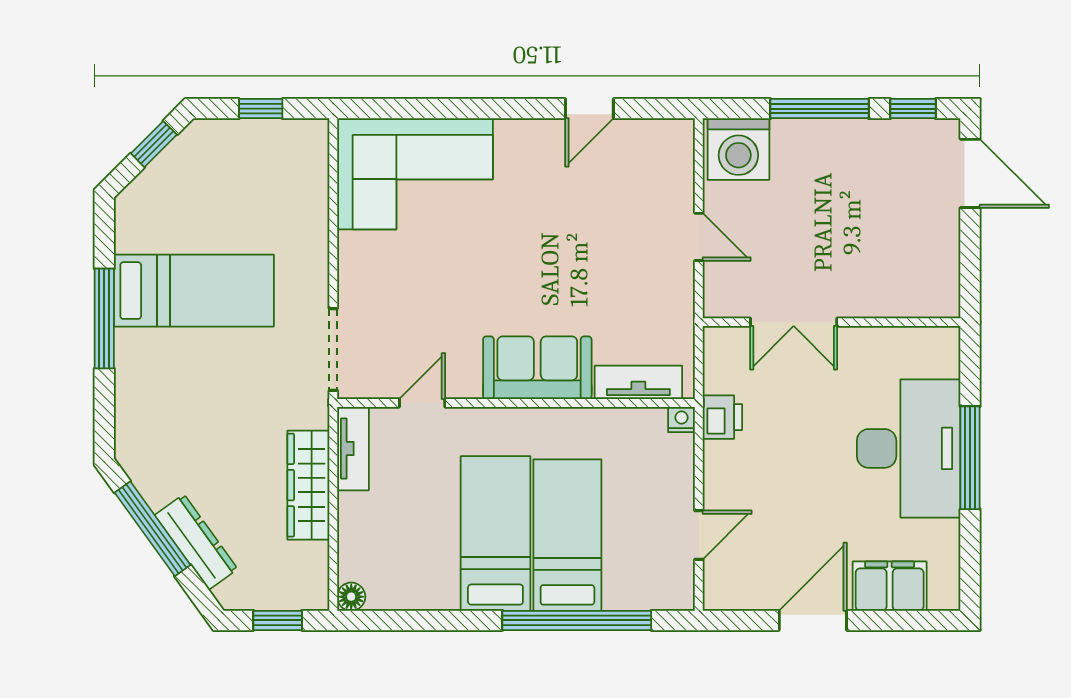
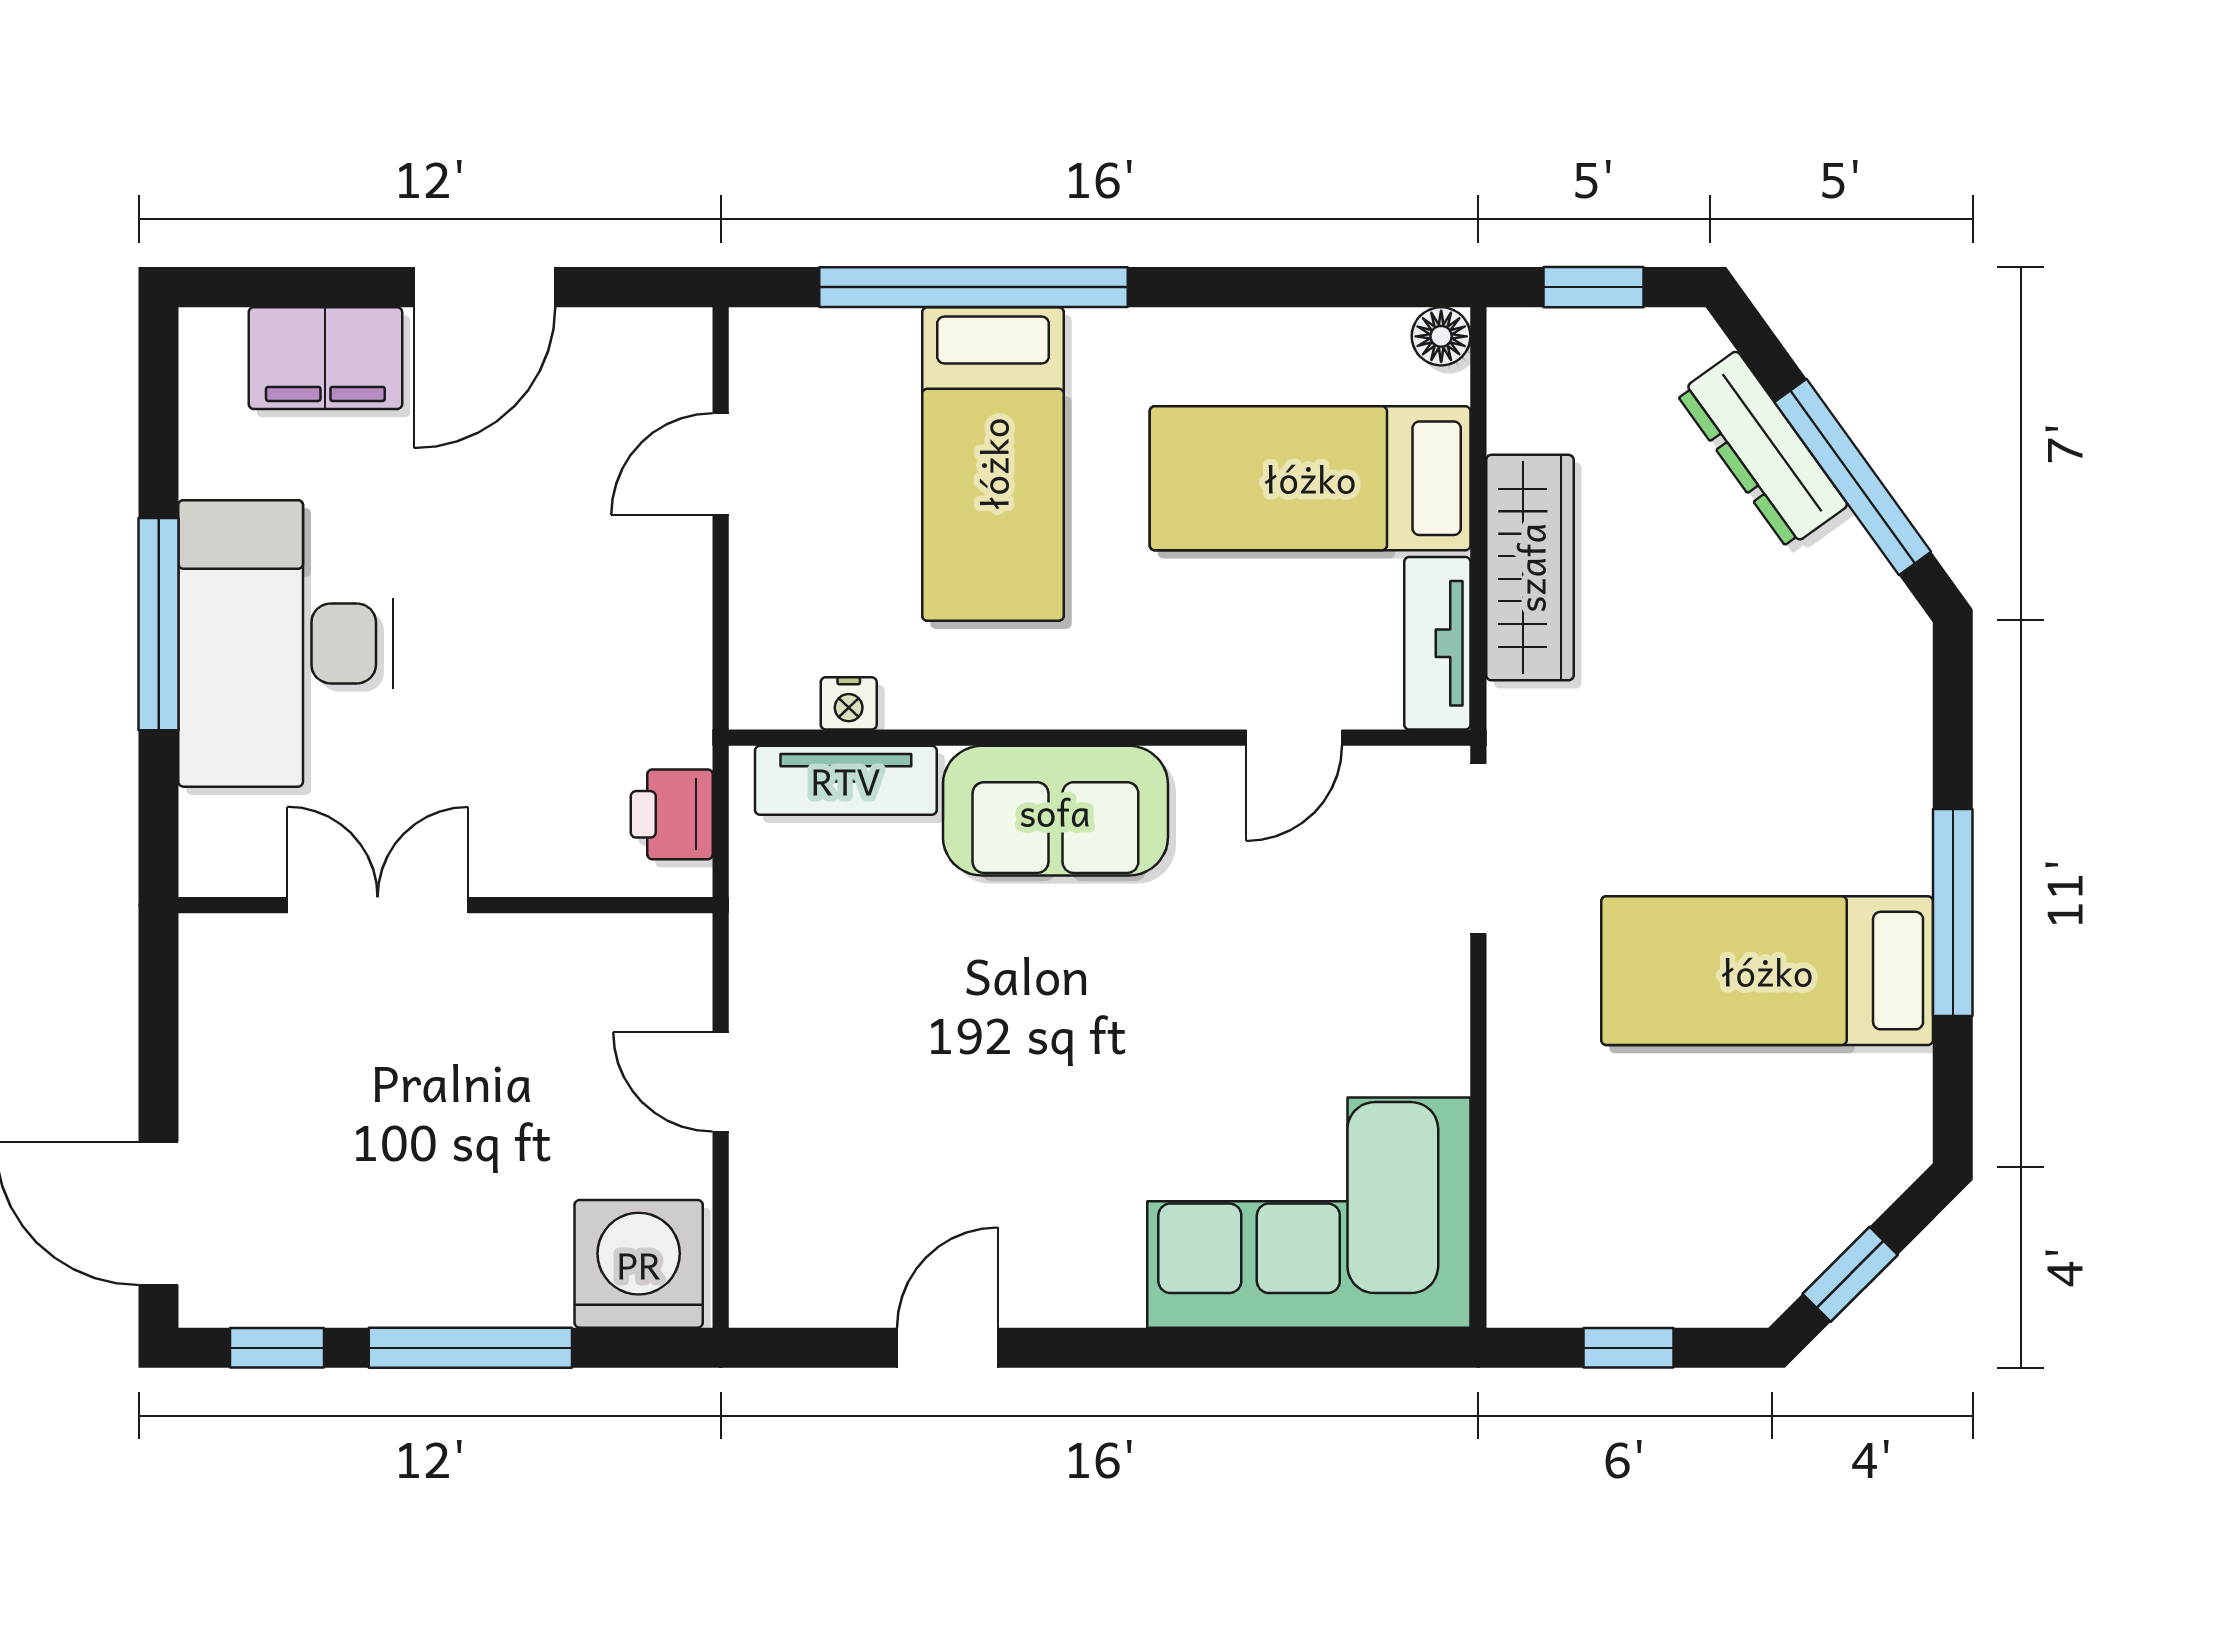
double door: (794, 322) -> (378, 905), moved
printer: (722, 417) -> (672, 814), moved
nightstand: (682, 420) -> (849, 703), moved
bed: (495, 533) -> (1310, 478), moved, turned 90

